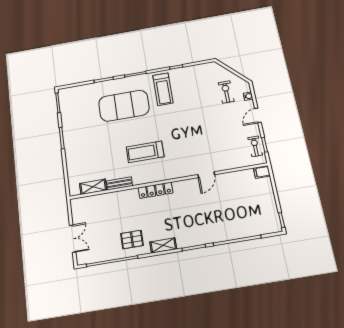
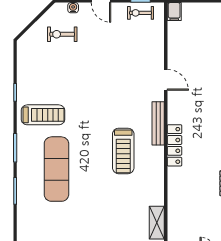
exercise mat: (124, 106) -> (56, 169), width x0.68
bench: (119, 183) -> (158, 123), moved, width x1.36

